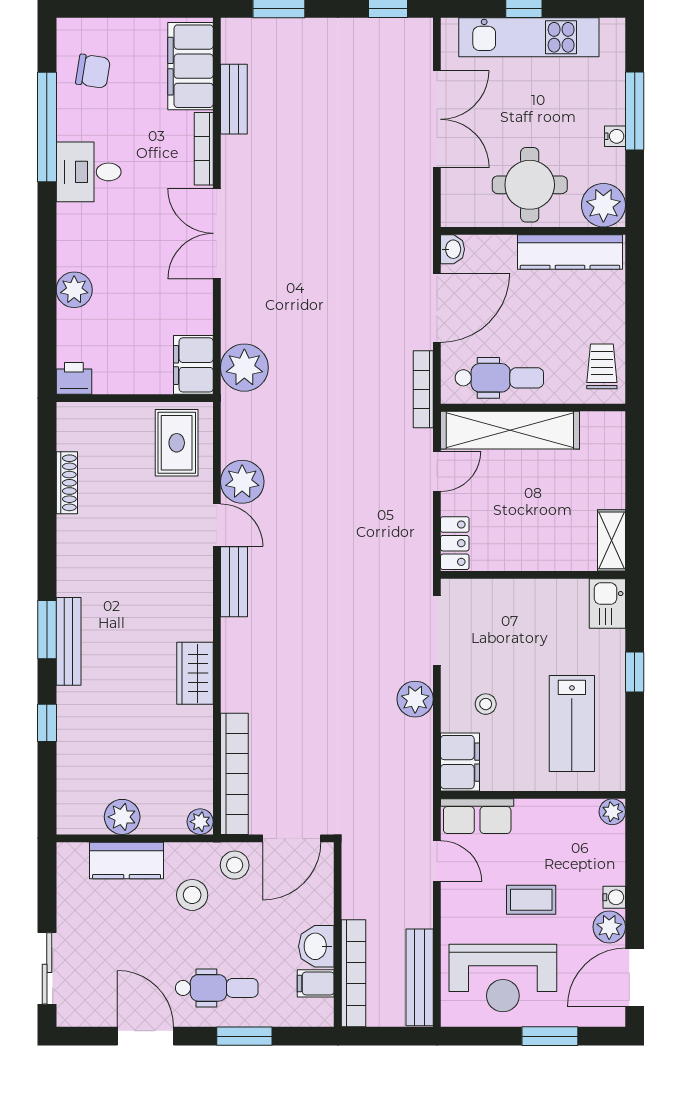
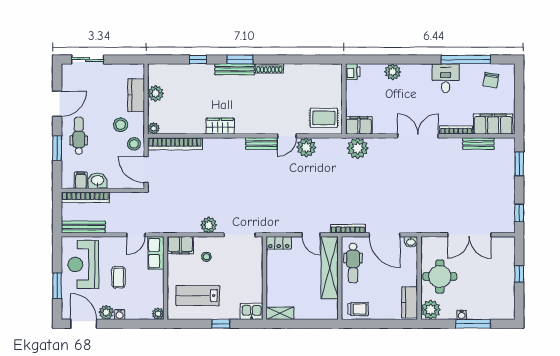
kitchen unit: (529, 37) -> (506, 276), removed
kitchen counter: (570, 252) -> (410, 302), width x0.67
shoe rack: (67, 483) -> (269, 68), moved
dental chair: (217, 988) -> (79, 136), turned 180

